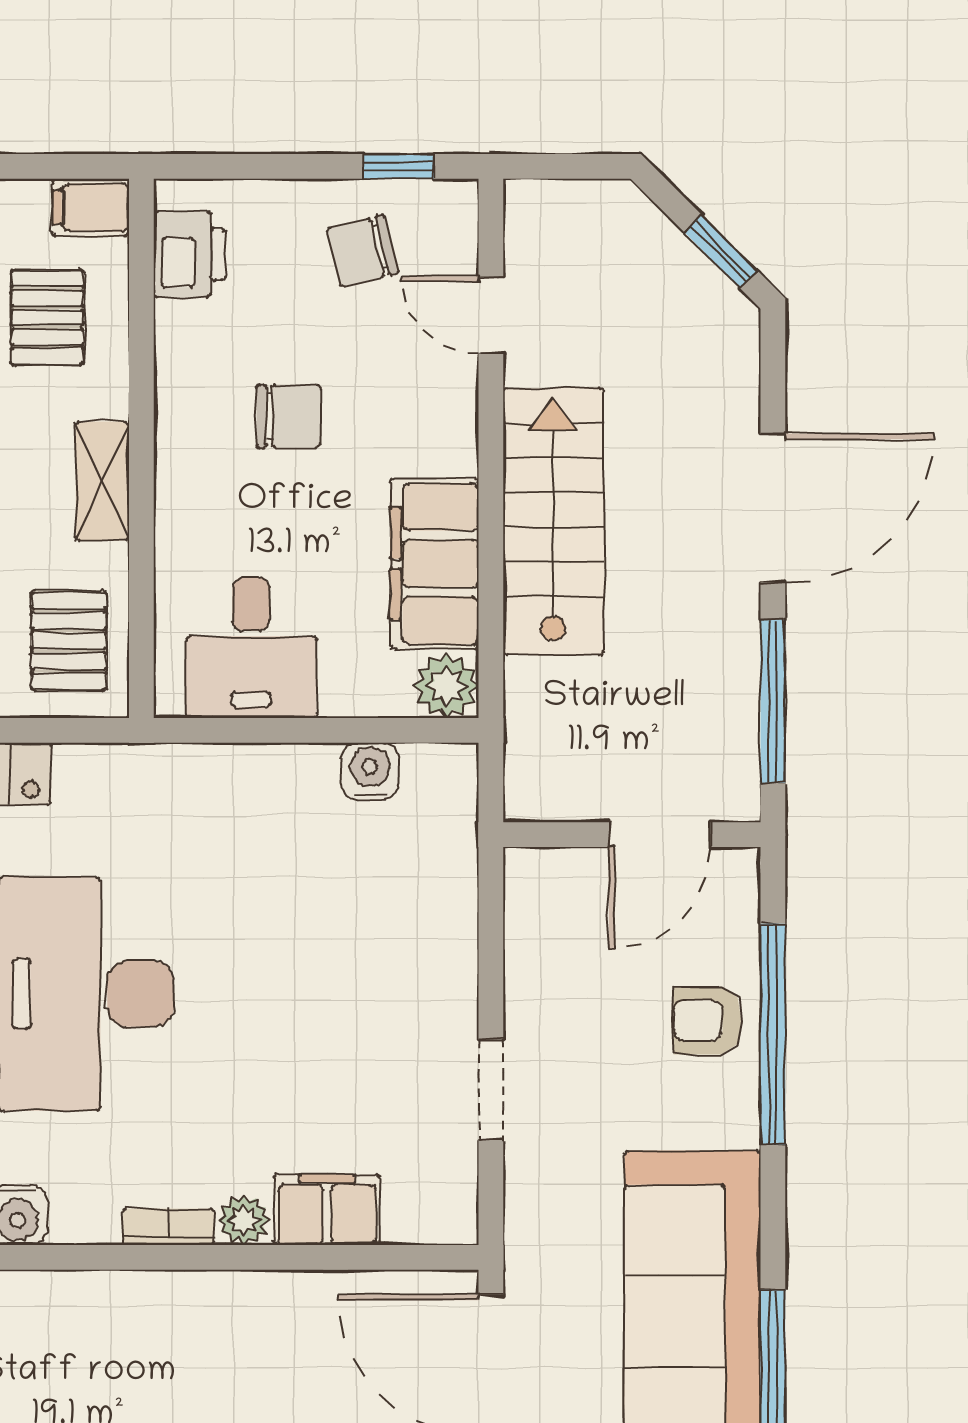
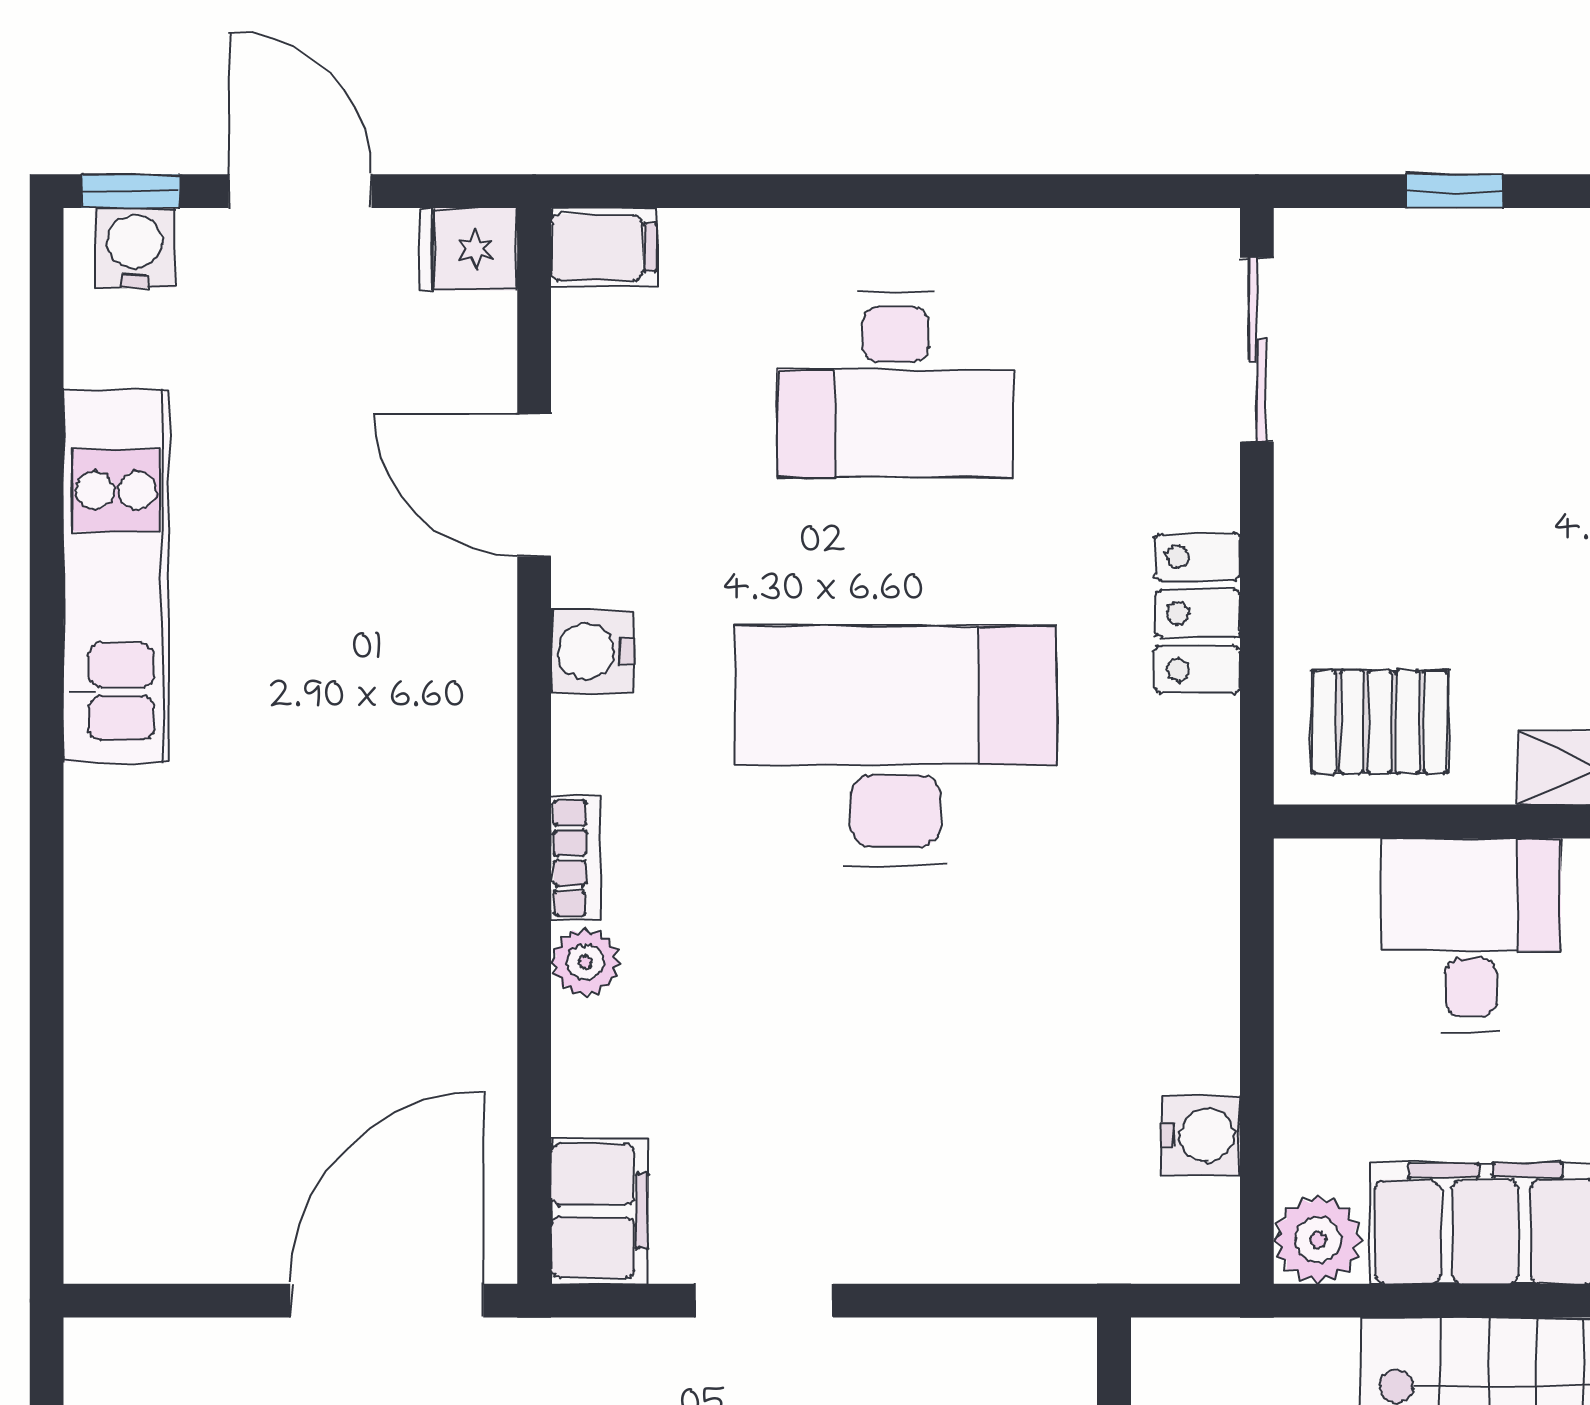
desk: (251, 648) -> (1471, 935), moved, turned 90
filing cabinet: (327, 1210) -> (599, 1211), moved

